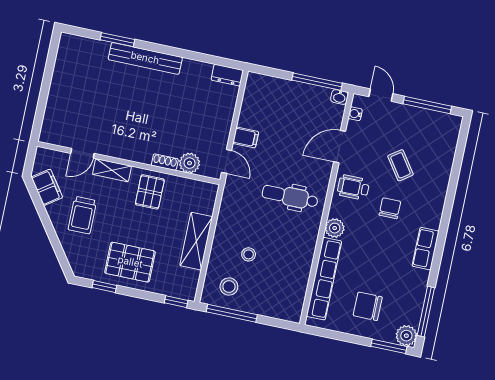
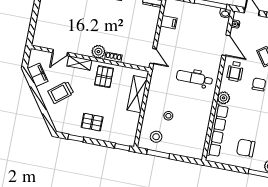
filing cabinet: (246, 137) -> (169, 22), moved
door: (340, 147) -> (226, 45), swing flipped
plant: (190, 163) -> (98, 52), moved
wheelchair: (353, 187) -> (235, 71), turned -90
trolley: (82, 215) -> (61, 92), turned 51
shelving: (196, 241) -> (137, 94), moved
pallet: (130, 262) -> (92, 122), width x0.67, depth x0.71
window: (232, 313) -> (158, 154), width x0.69

